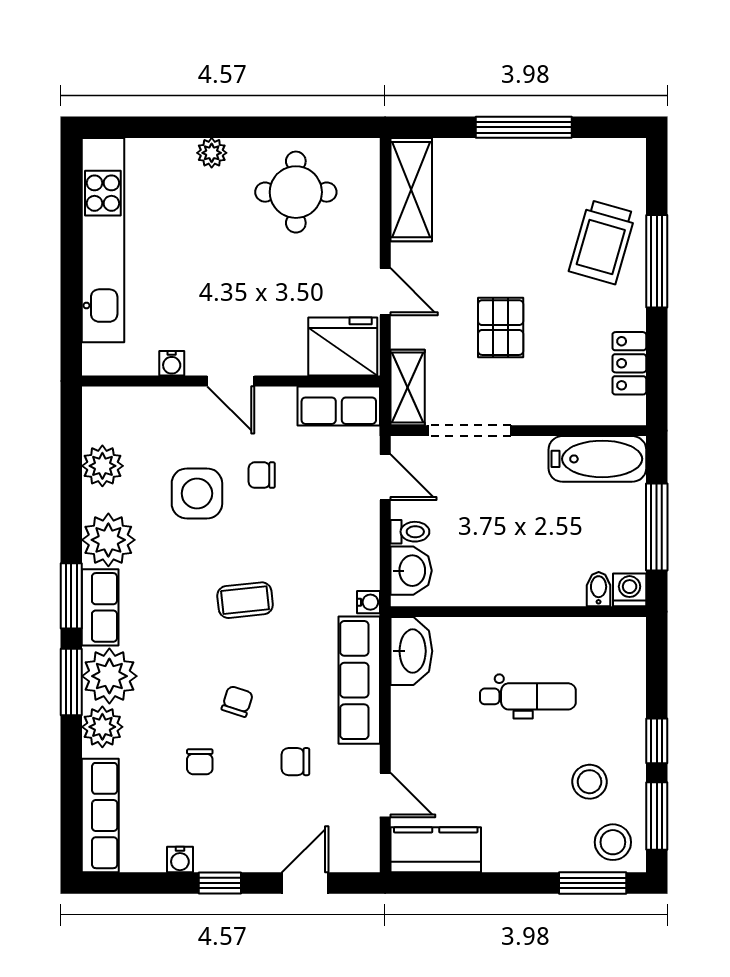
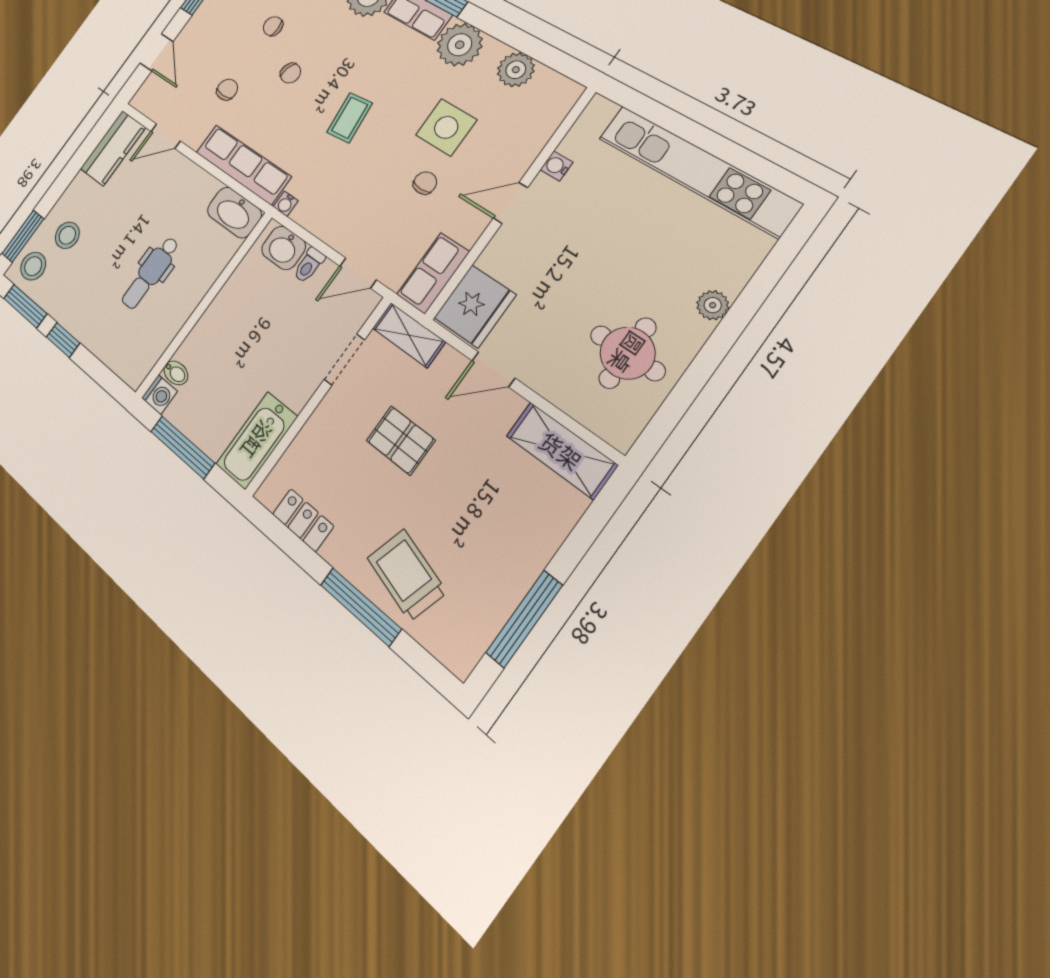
window: (524, 127) -> (524, 619), moved
doorway: (470, 431) -> (344, 360), width x0.73
stool: (589, 782) -> (67, 235), moved

